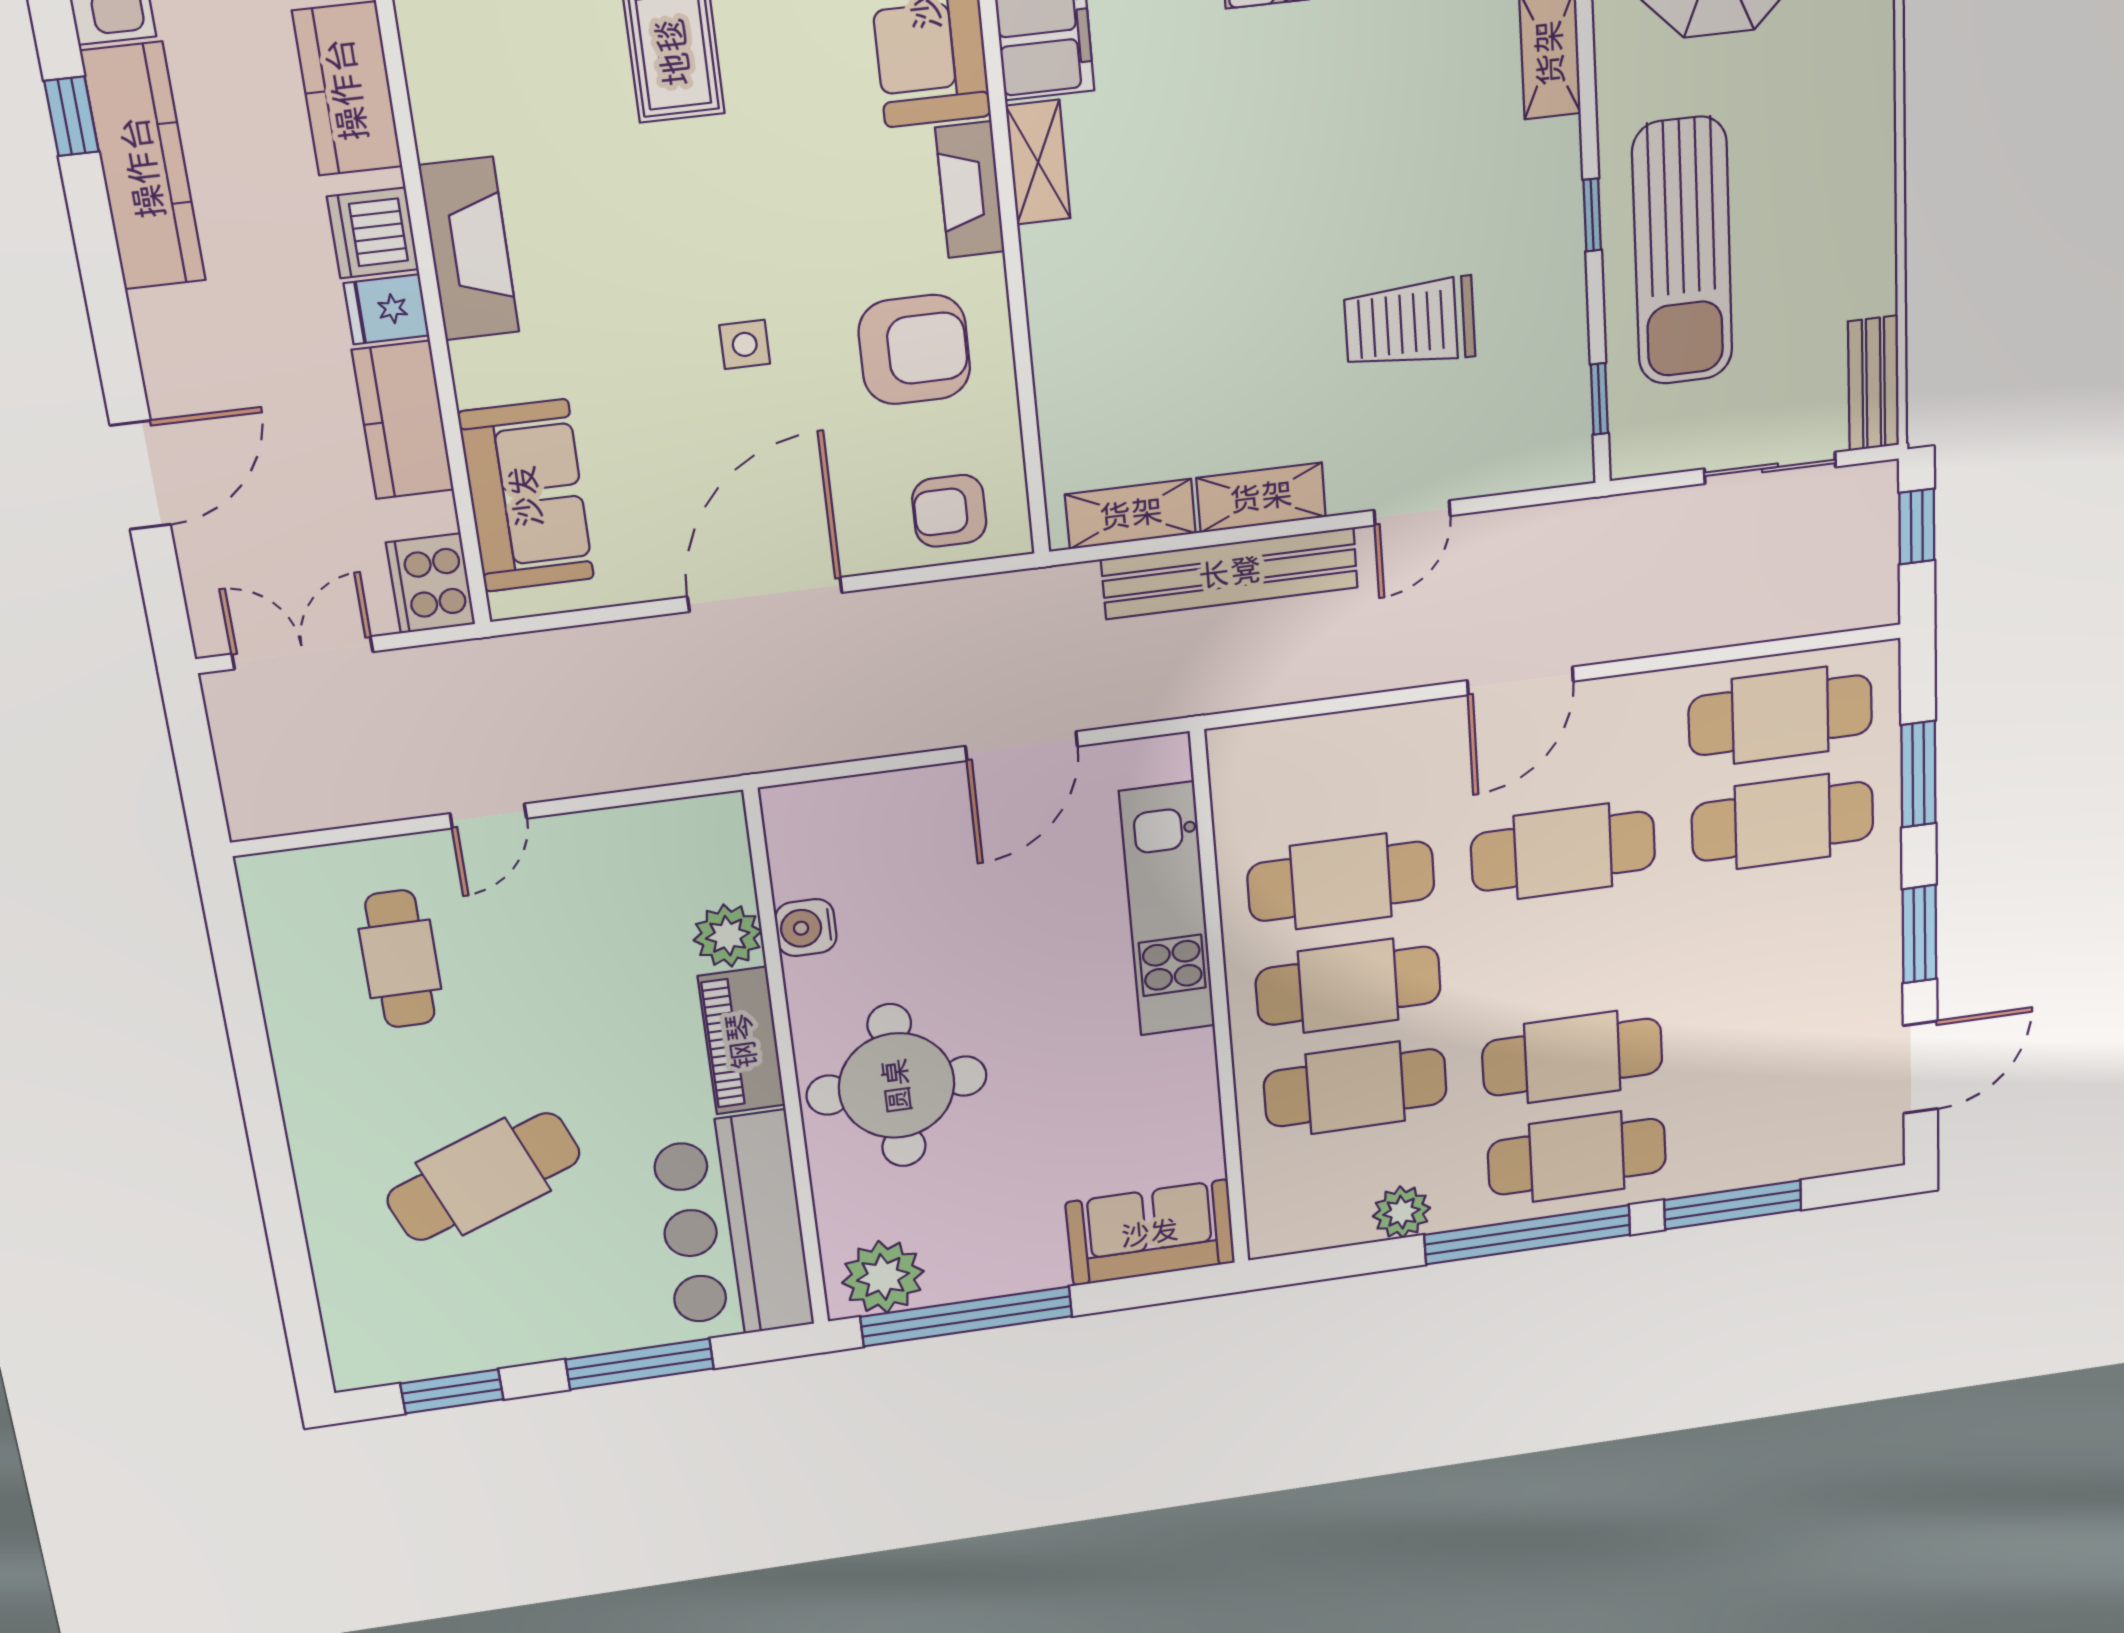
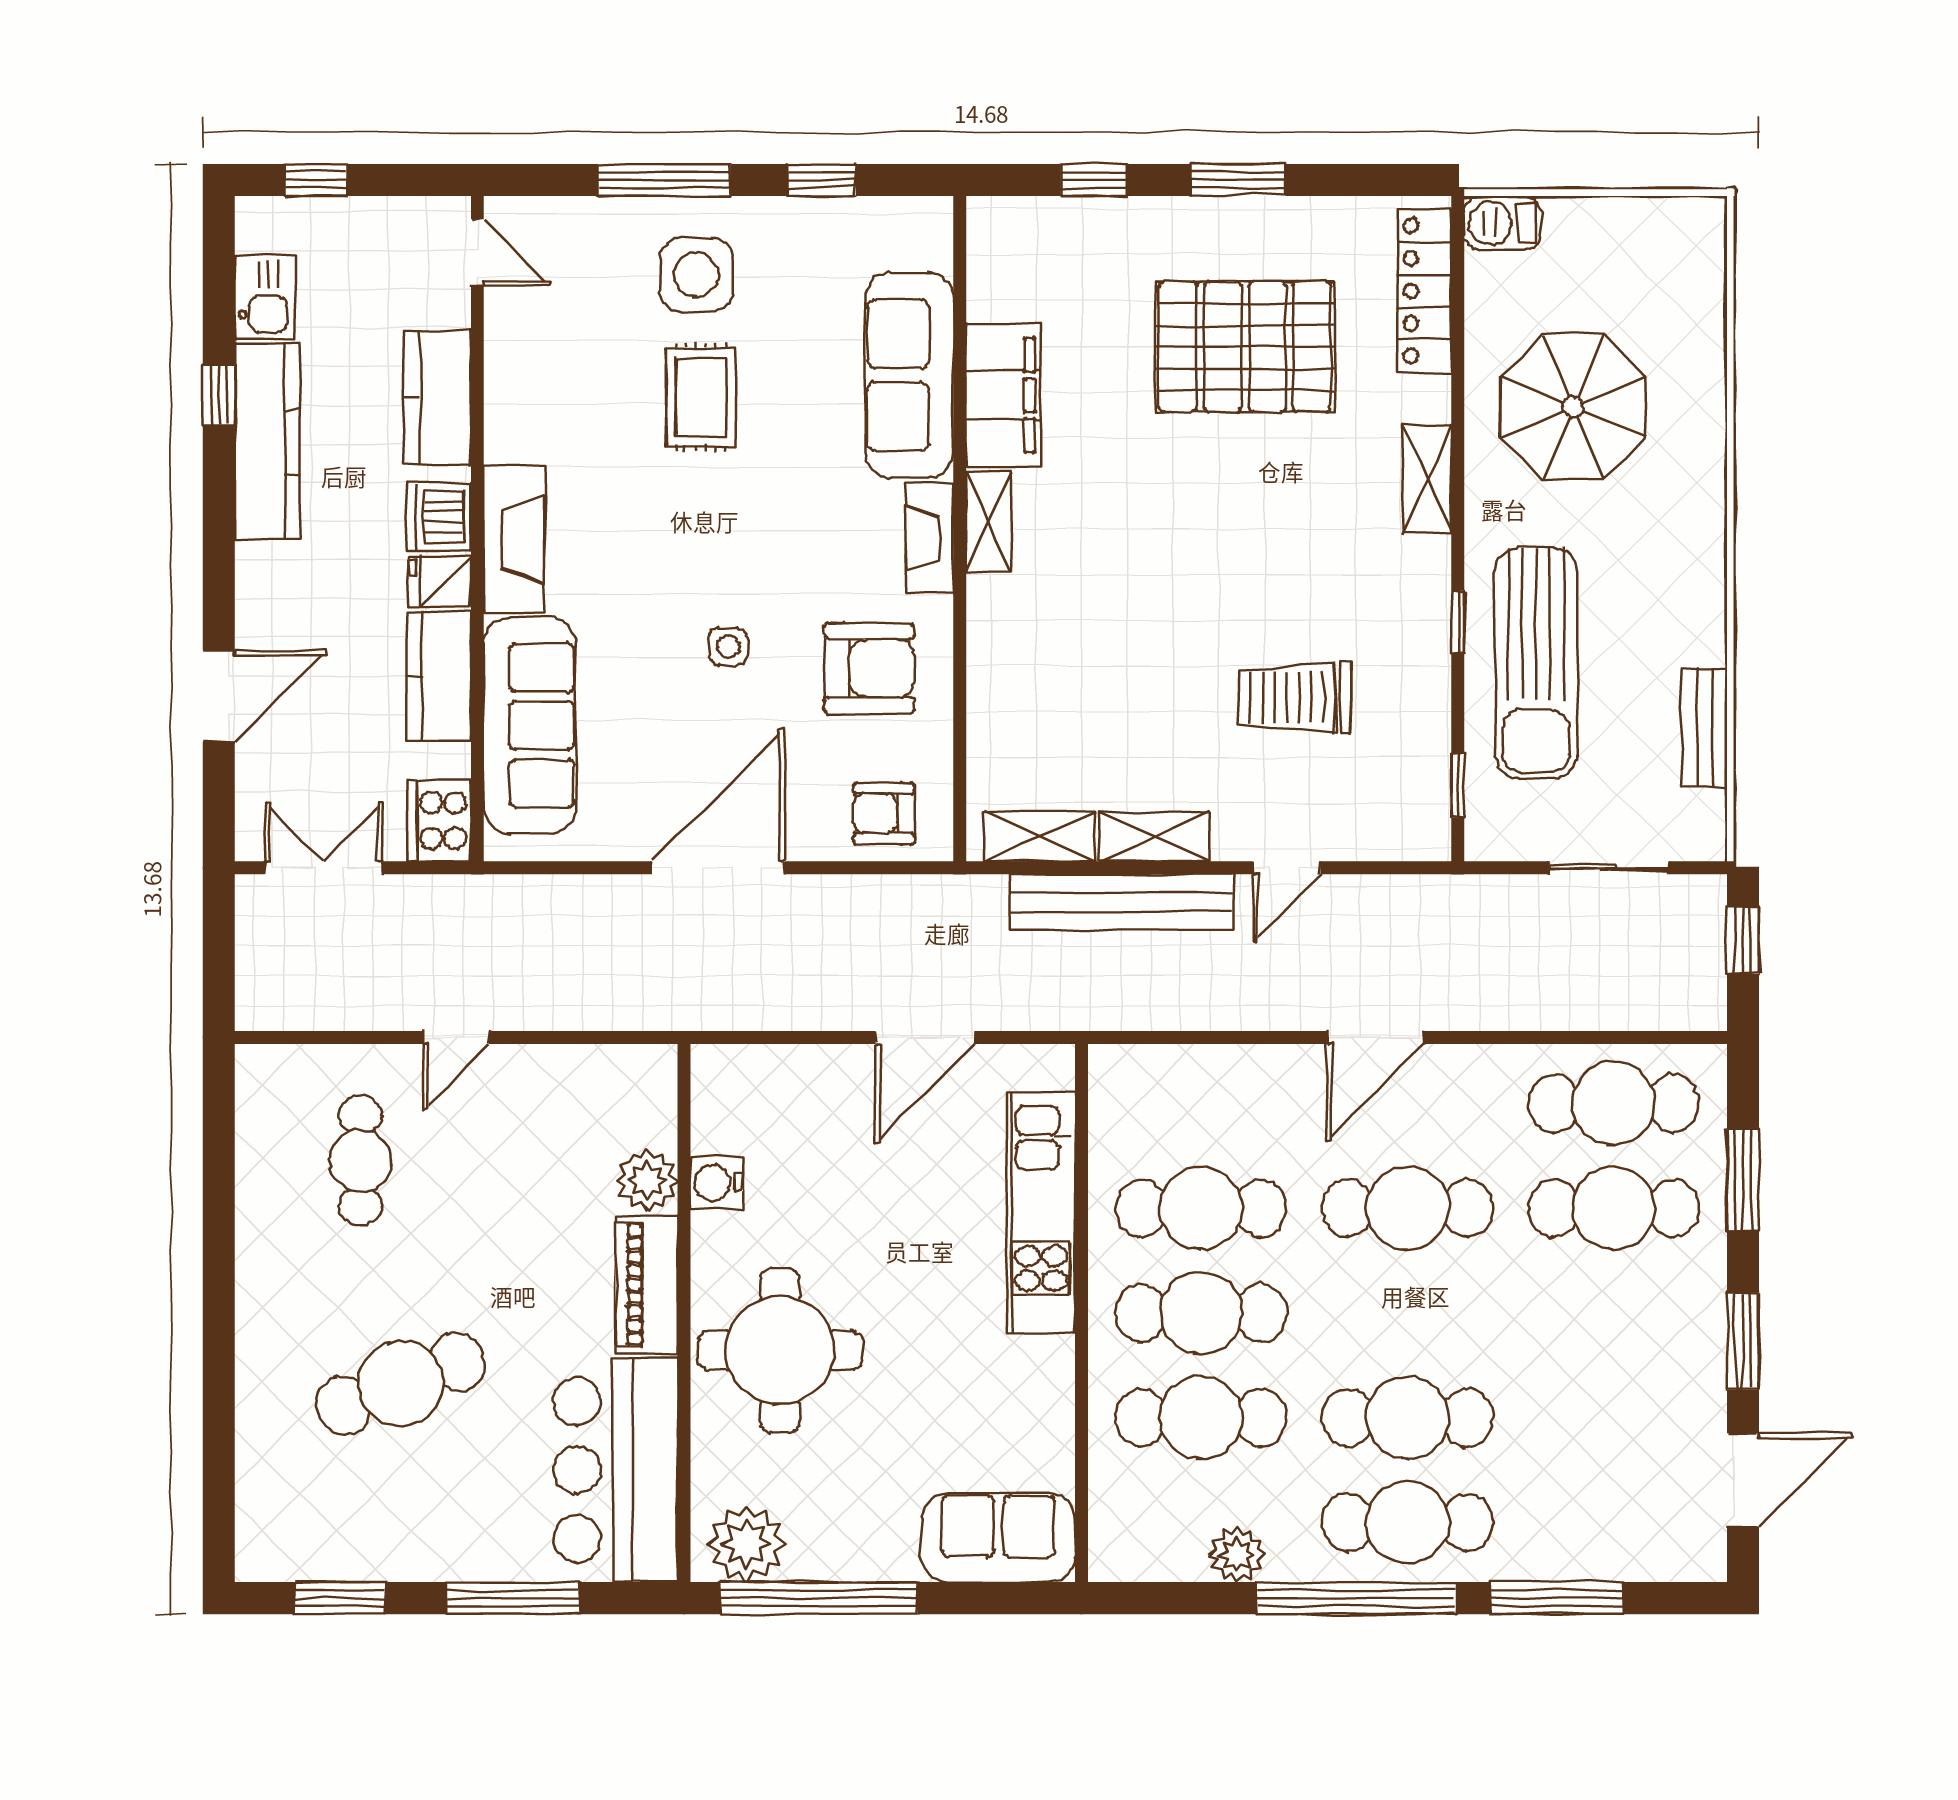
bench: (1874, 383) -> (1704, 728), moved
sofa: (526, 496) -> (530, 726), width x1.36

